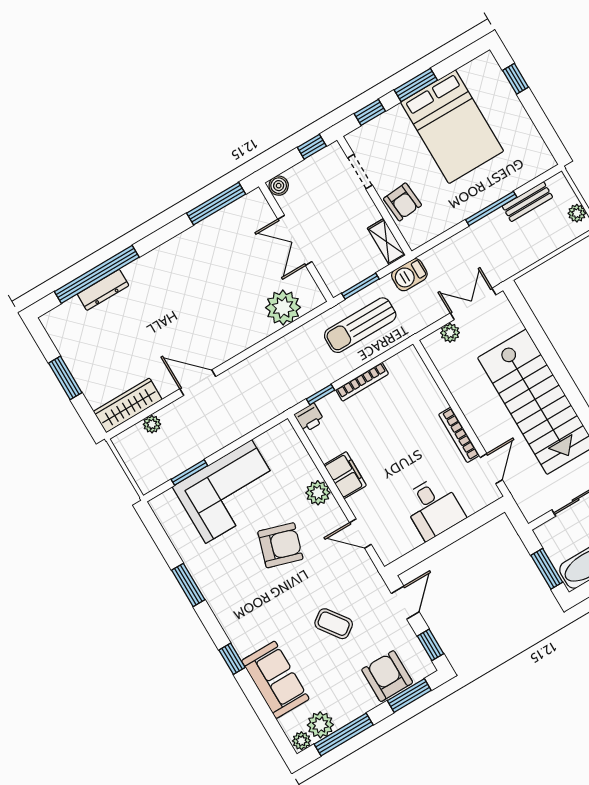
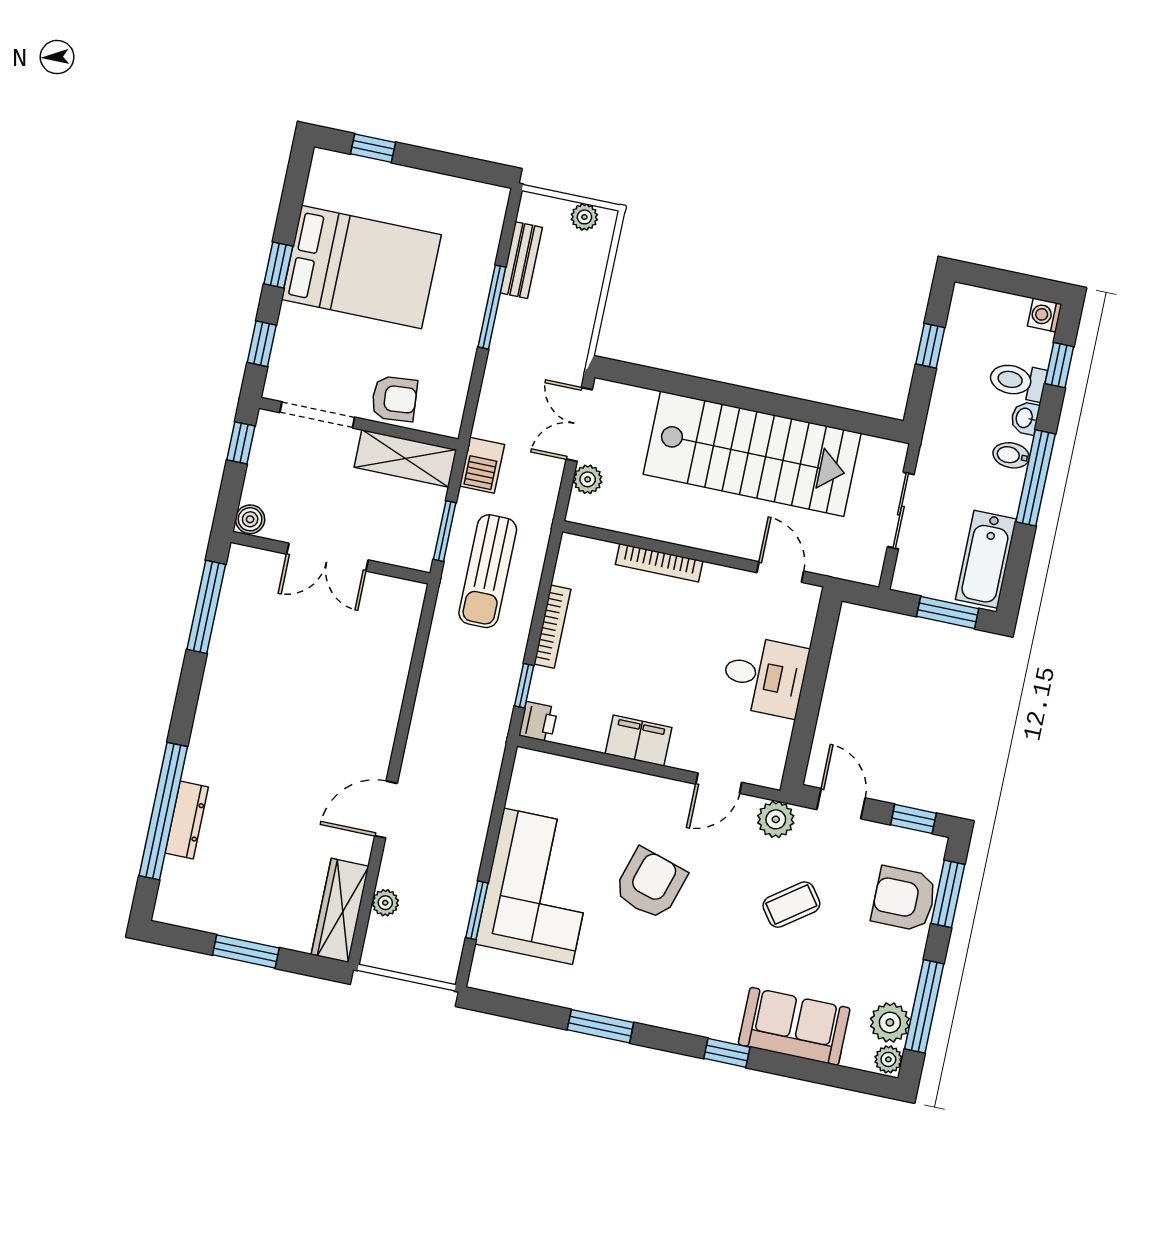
window: (416, 85) -> (278, 265), width x0.67
doorway: (360, 171) -> (317, 415), width x1.38
shelving: (386, 242) -> (405, 458), width x1.50, depth x1.33
plant: (283, 308) -> (390, 639), removed
bookcase: (459, 435) -> (659, 563), moved
plant: (318, 493) -> (776, 819), moved

